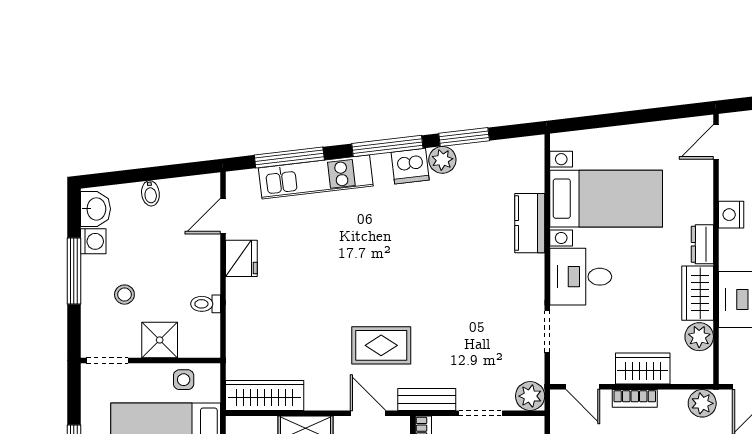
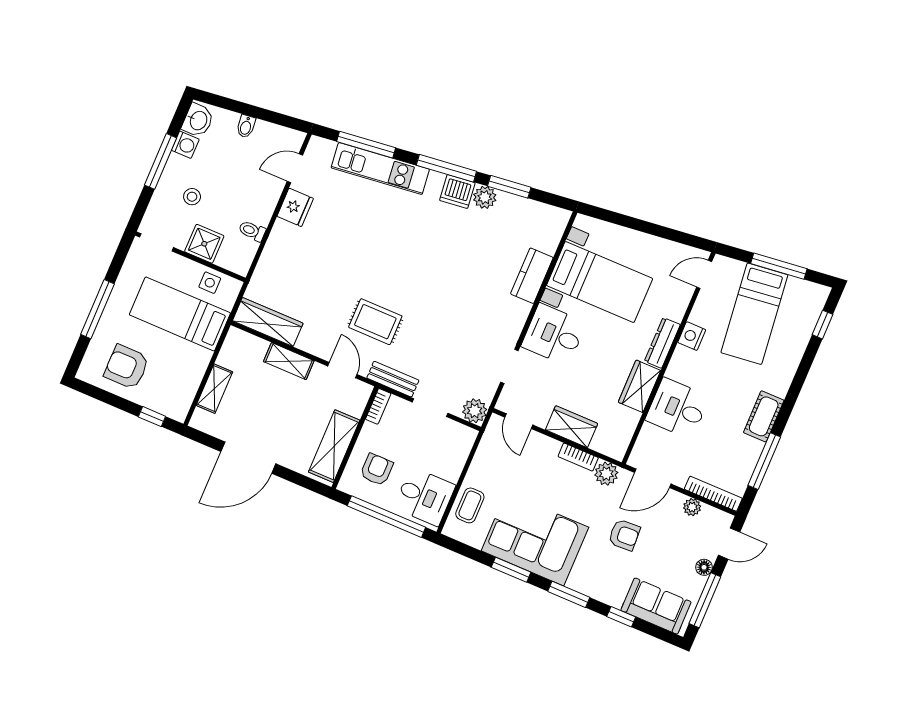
dresser: (702, 244) -> (662, 343), width x1.44
plant: (699, 337) -> (626, 421), removed
bookcase: (635, 398) -> (578, 457), moved

